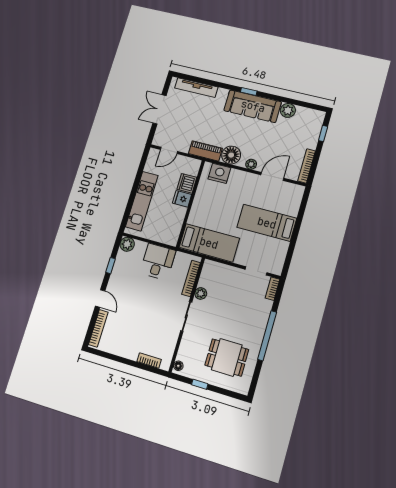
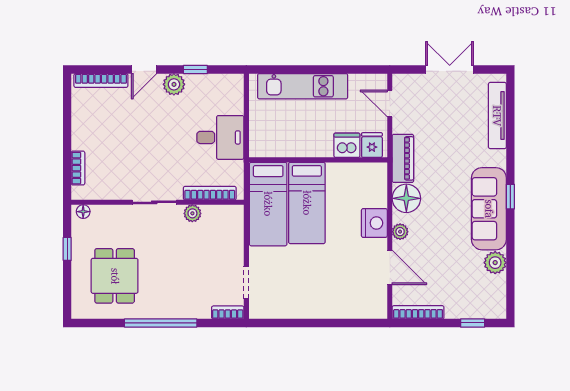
nightstand: (219, 173) -> (374, 223), moved
fridge: (182, 199) -> (372, 145), moved
bed: (267, 223) -> (307, 203), moved, turned 180
plant: (127, 244) -> (174, 84), moved

